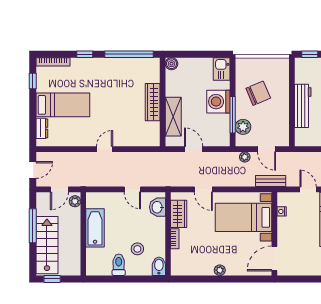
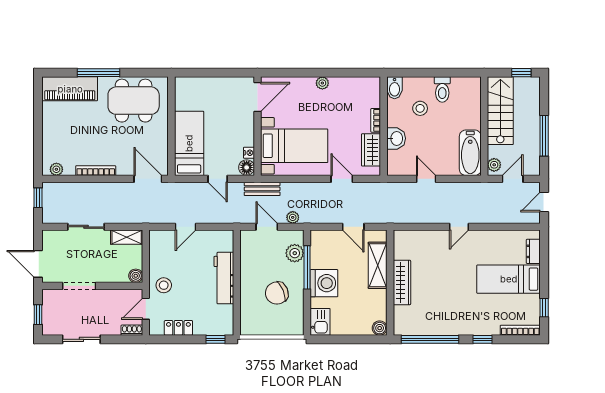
floor lamp: (284, 199) -> (247, 167), added
washbasin: (158, 207) -> (396, 138), moved
bathtub: (95, 228) -> (470, 153), moved
stairs: (47, 245) -> (500, 111), moved, turned 180

